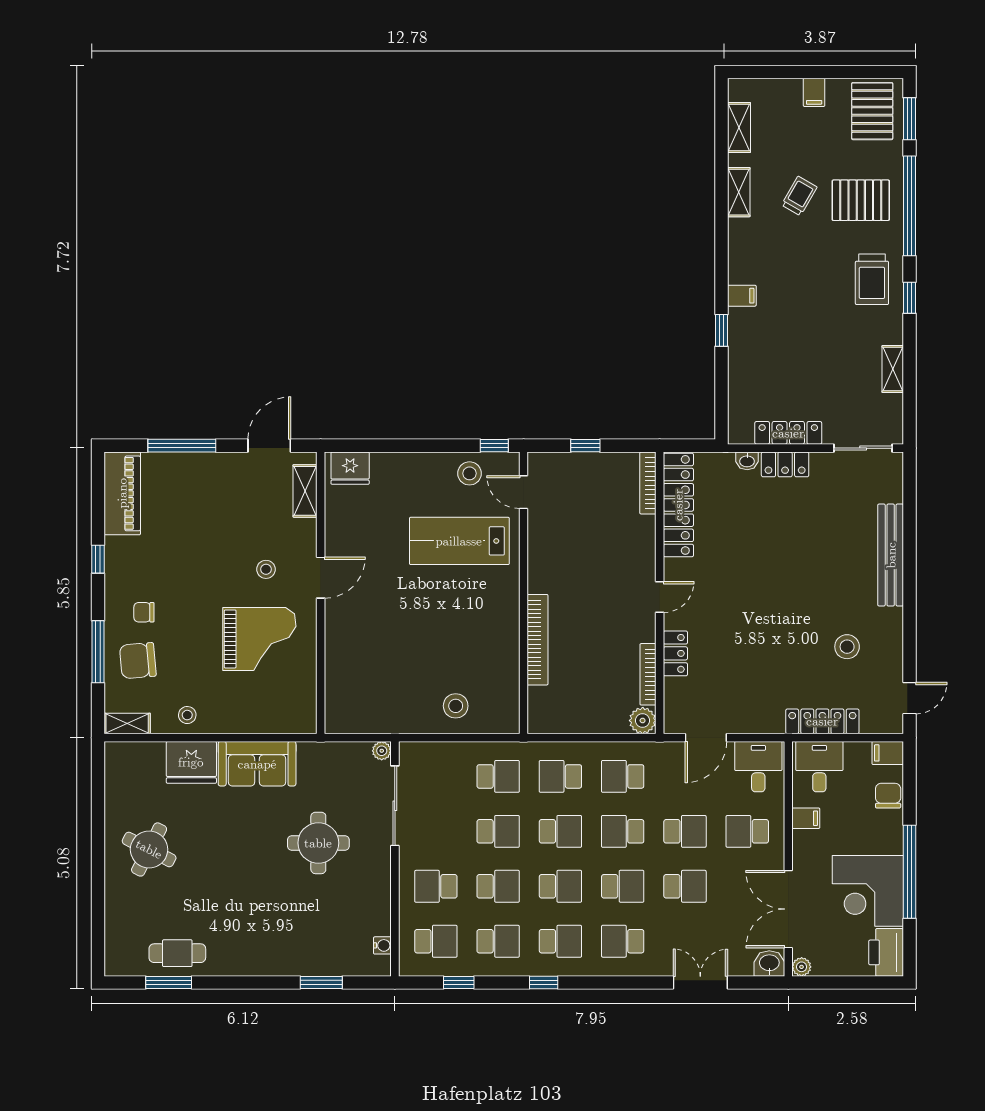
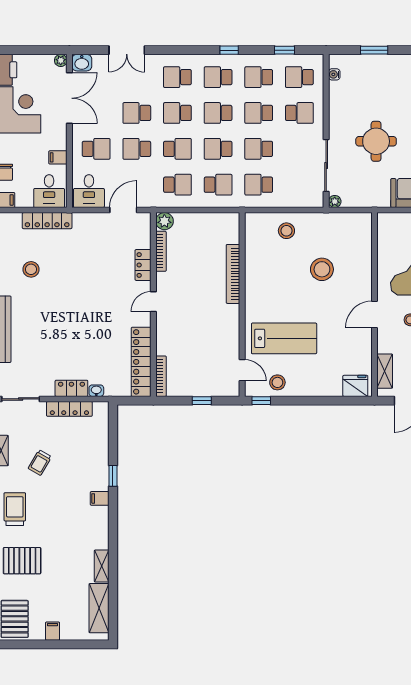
shelving: (739, 128) -> (99, 608), width x1.50, depth x1.33
trolley: (799, 196) -> (40, 463), moved
stool: (401, 647) -> (322, 269), added
school desk: (623, 941) -> (177, 77), turned 180

